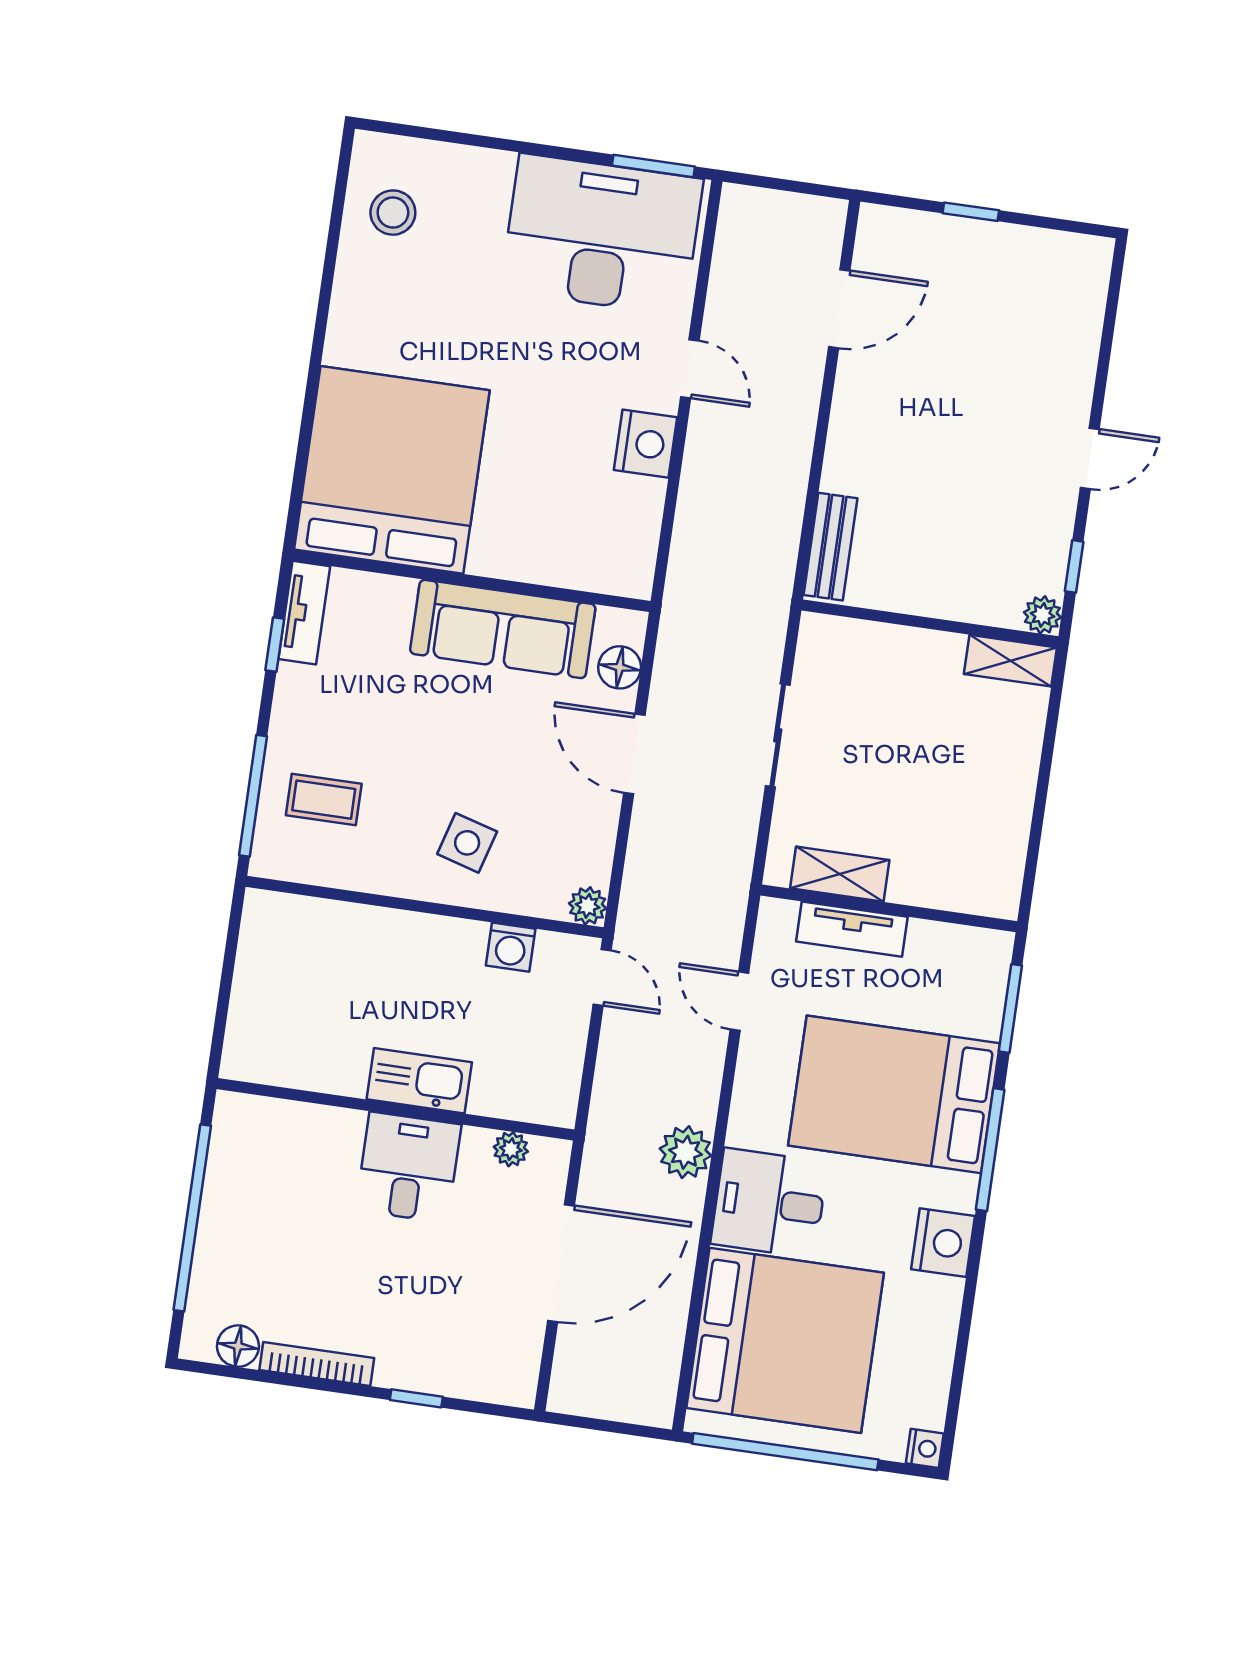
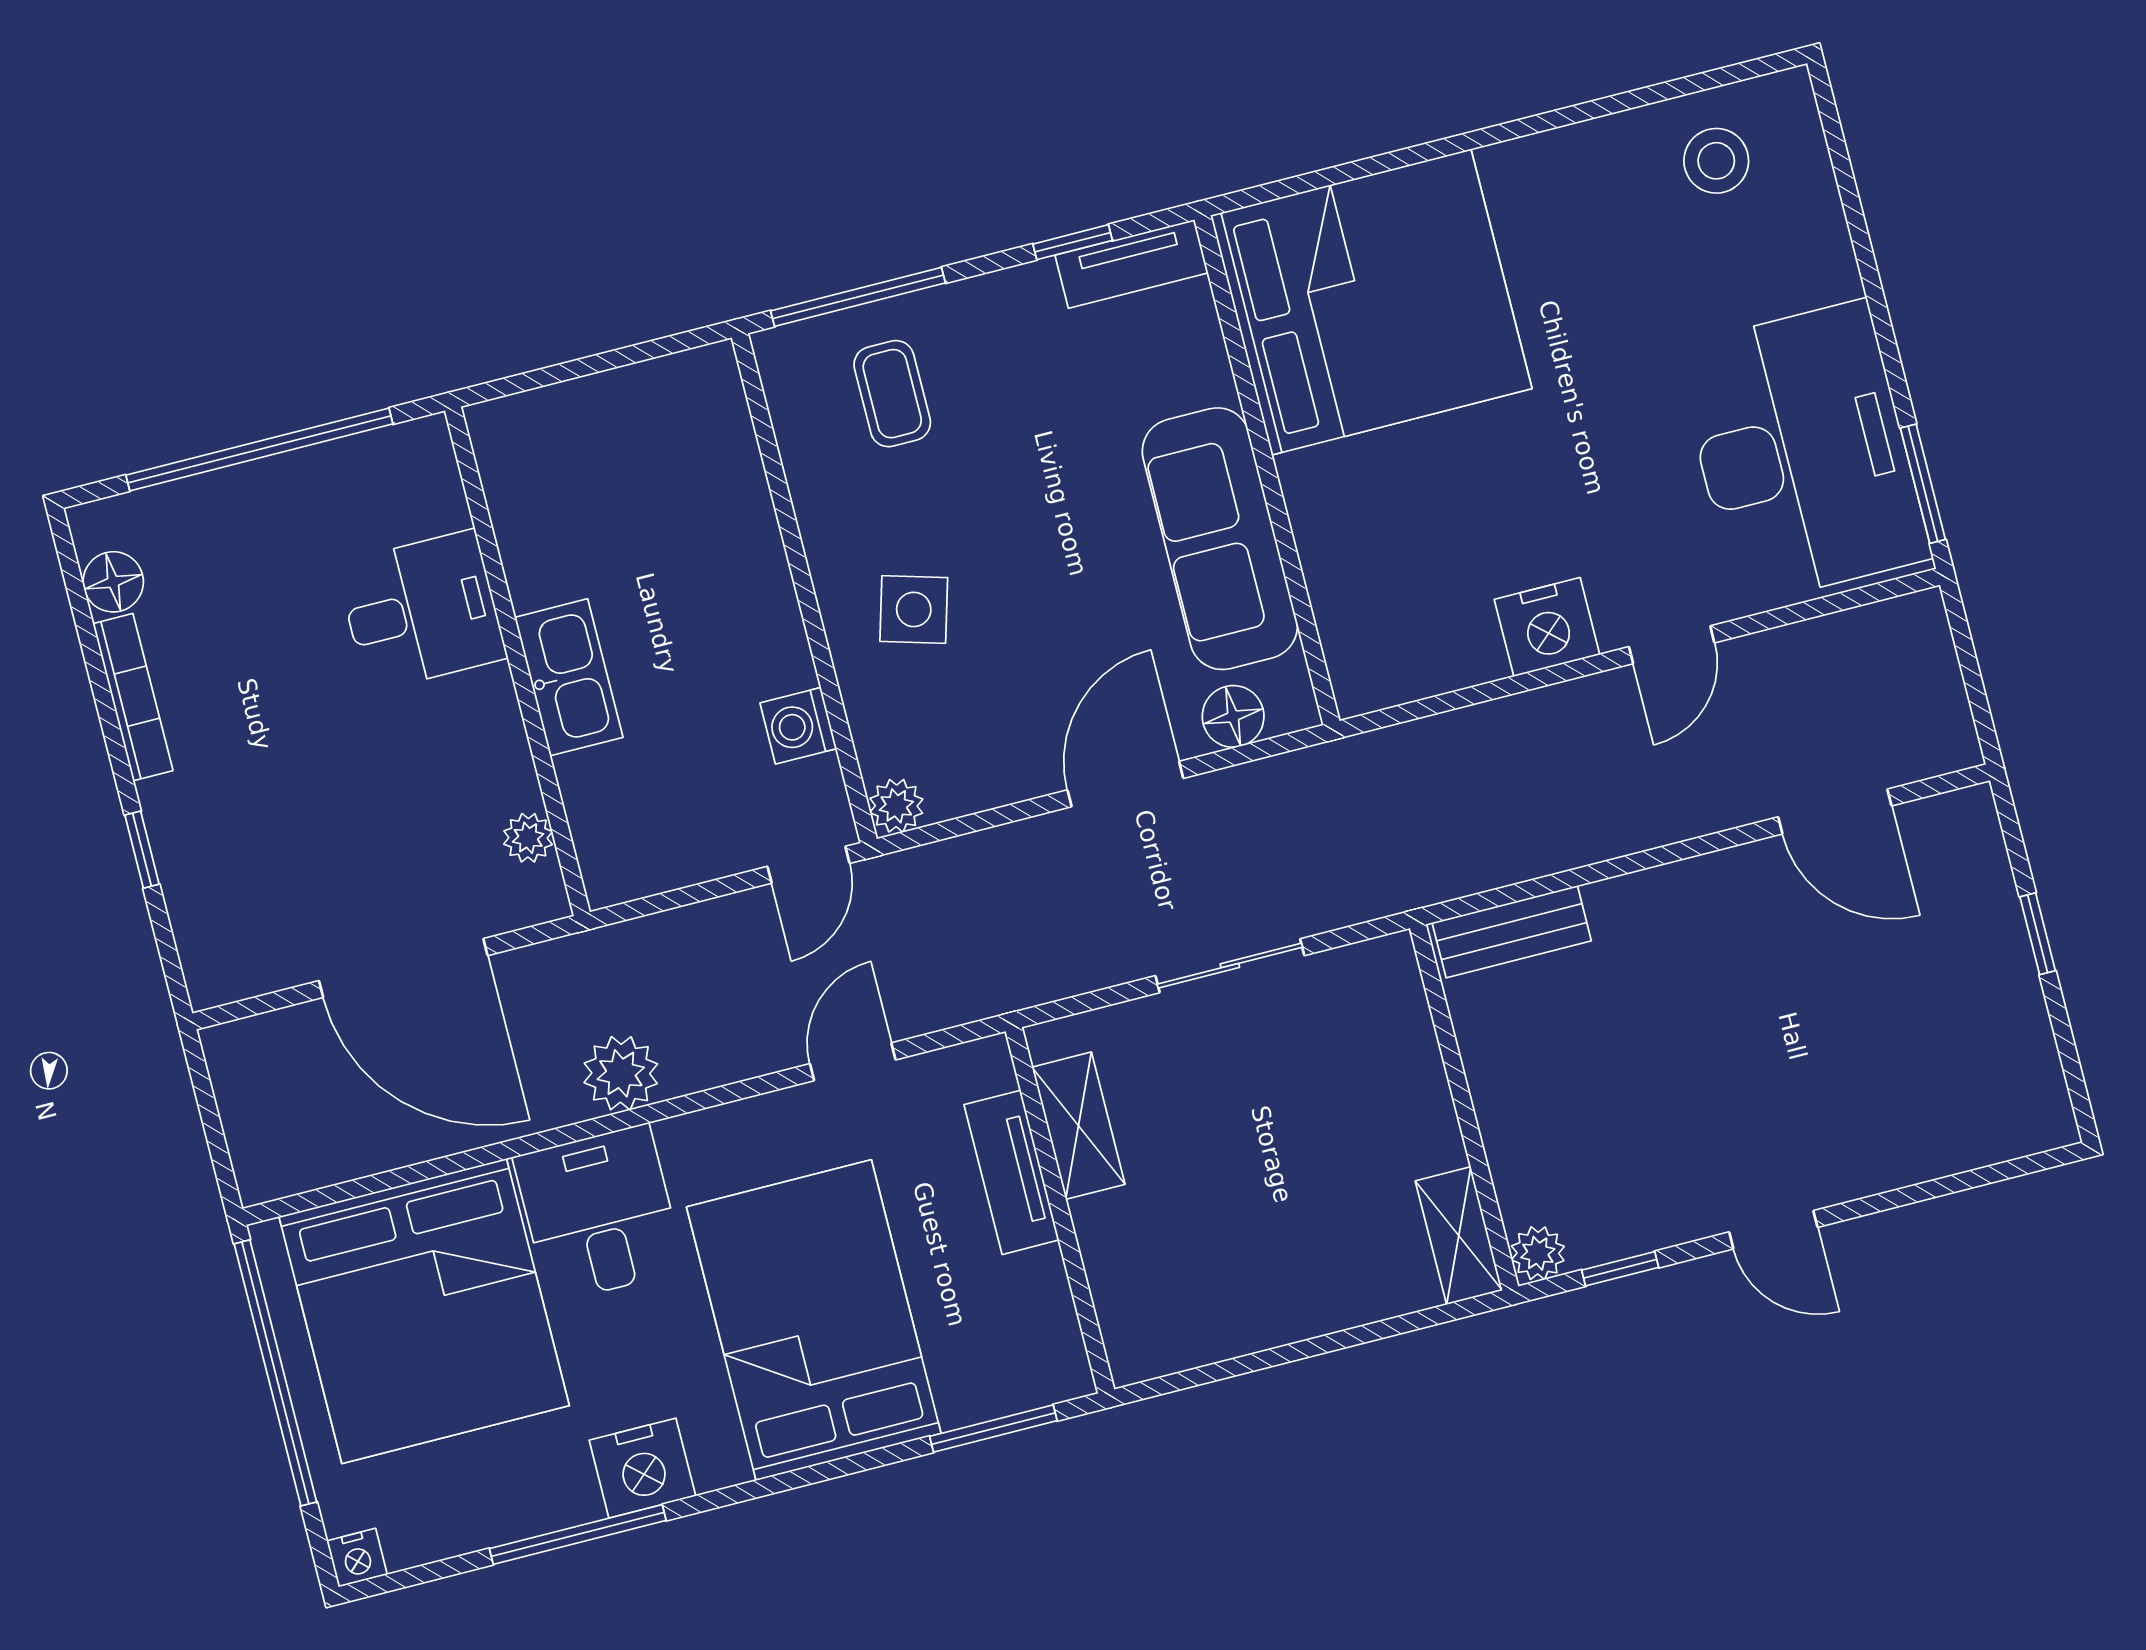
window: (990, 1150) -> (578, 1534), moved
desk: (408, 1167) -> (421, 611), moved

